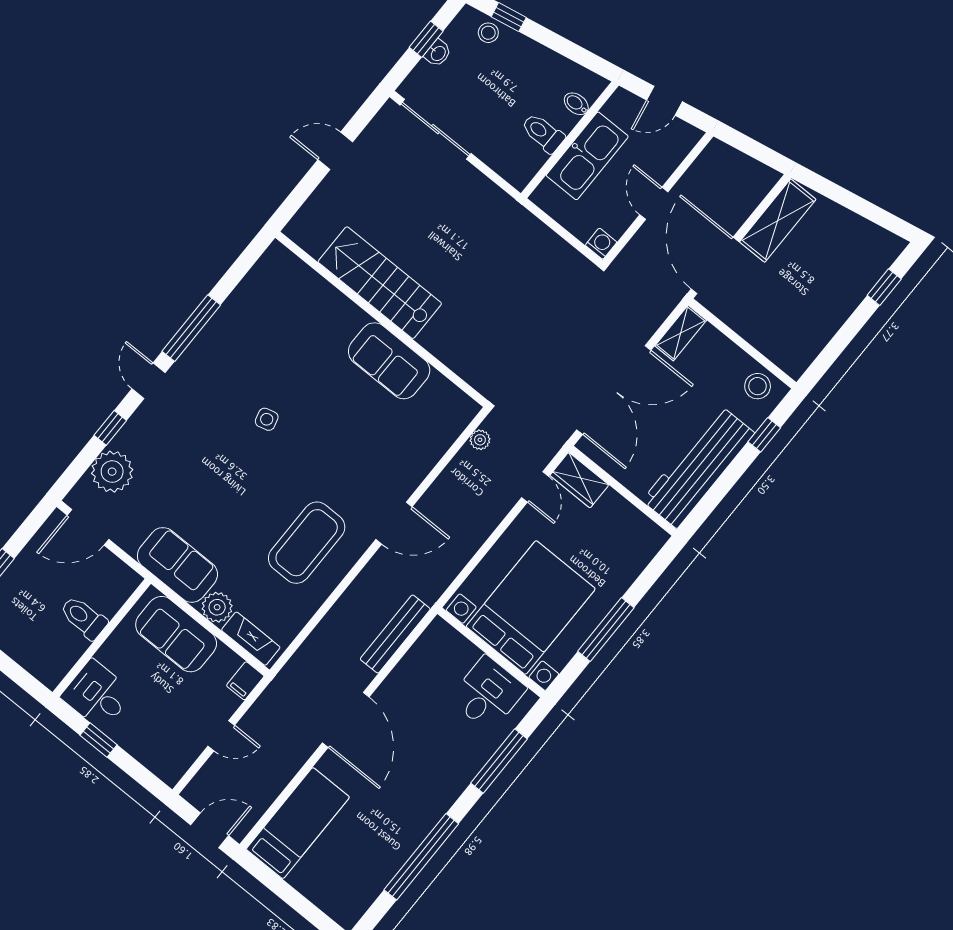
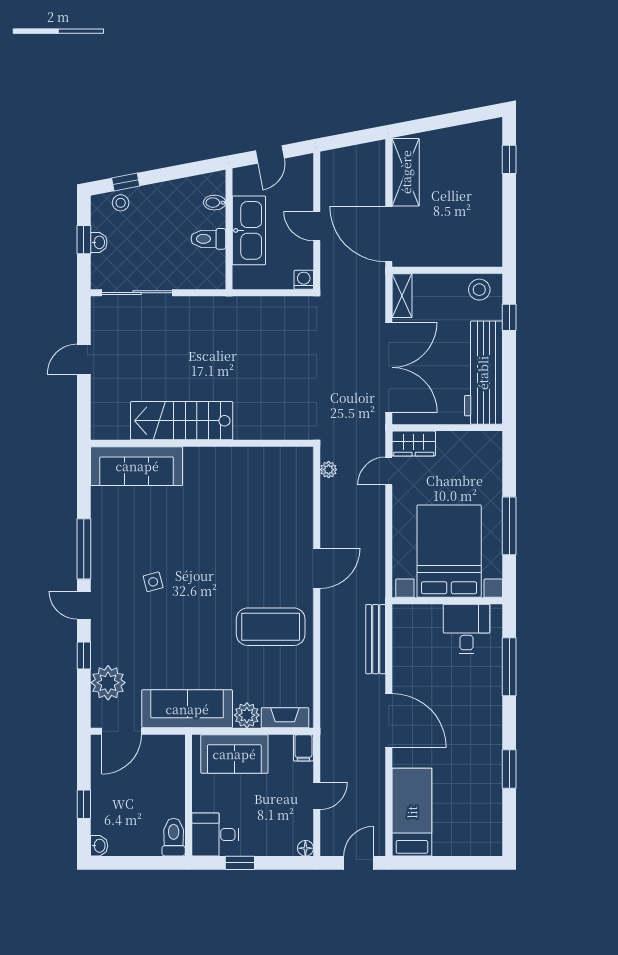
sofa: (389, 361) -> (137, 466), moved, width x1.36
side table: (267, 419) -> (153, 582), moved
door: (535, 487) -> (389, 471), swing flipped
coffee table: (307, 543) -> (271, 627), turned 90
sofa: (177, 565) -> (187, 709), width x1.36
toilet: (84, 618) -> (174, 837), moved, turned 90
floor lamp: (171, 776) -> (305, 848), added
window: (421, 857) -> (509, 769), width x0.47

